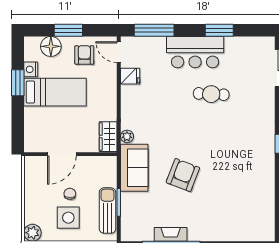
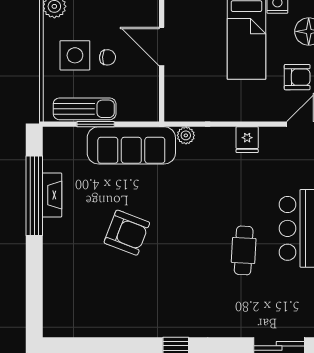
fridge: (130, 76) -> (247, 140), moved
wardrobe: (108, 137) -> (186, 110), removed
sofa: (134, 168) -> (131, 145), width x1.36
armchair: (183, 175) -> (127, 233), moved

